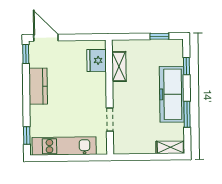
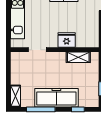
fridge: (97, 60) -> (67, 40), moved
window: (187, 114) -> (41, 109), width x1.44

